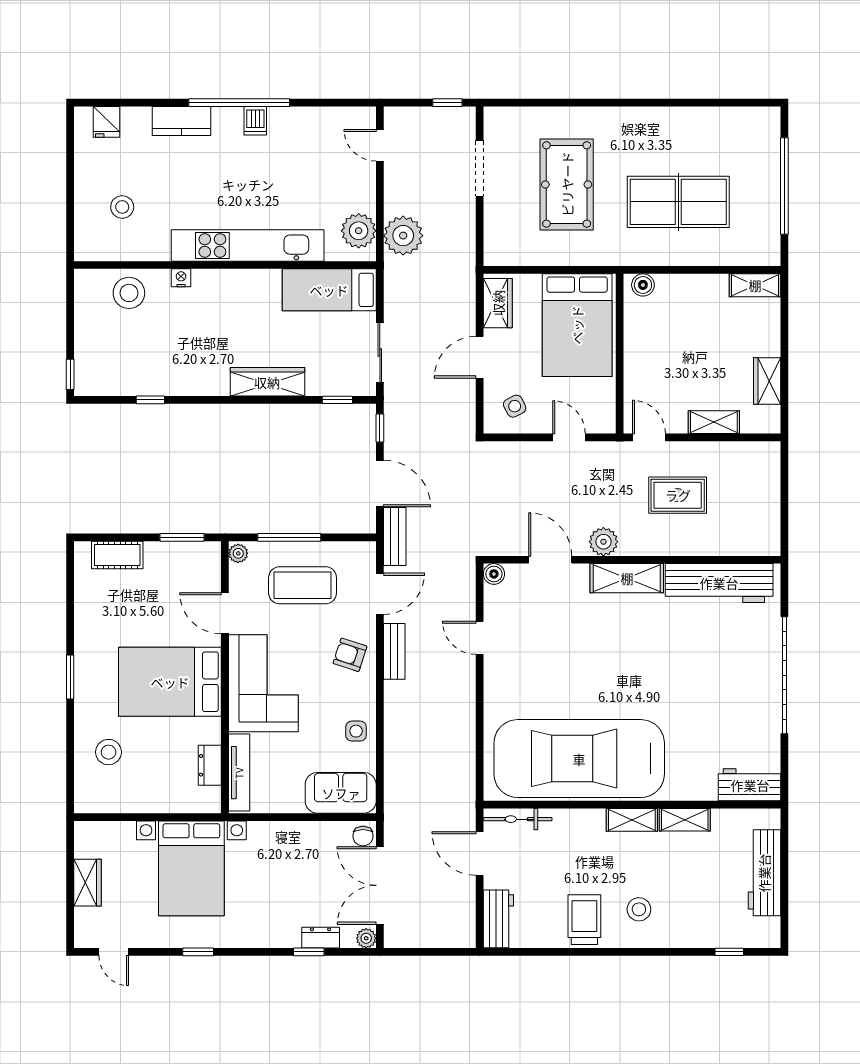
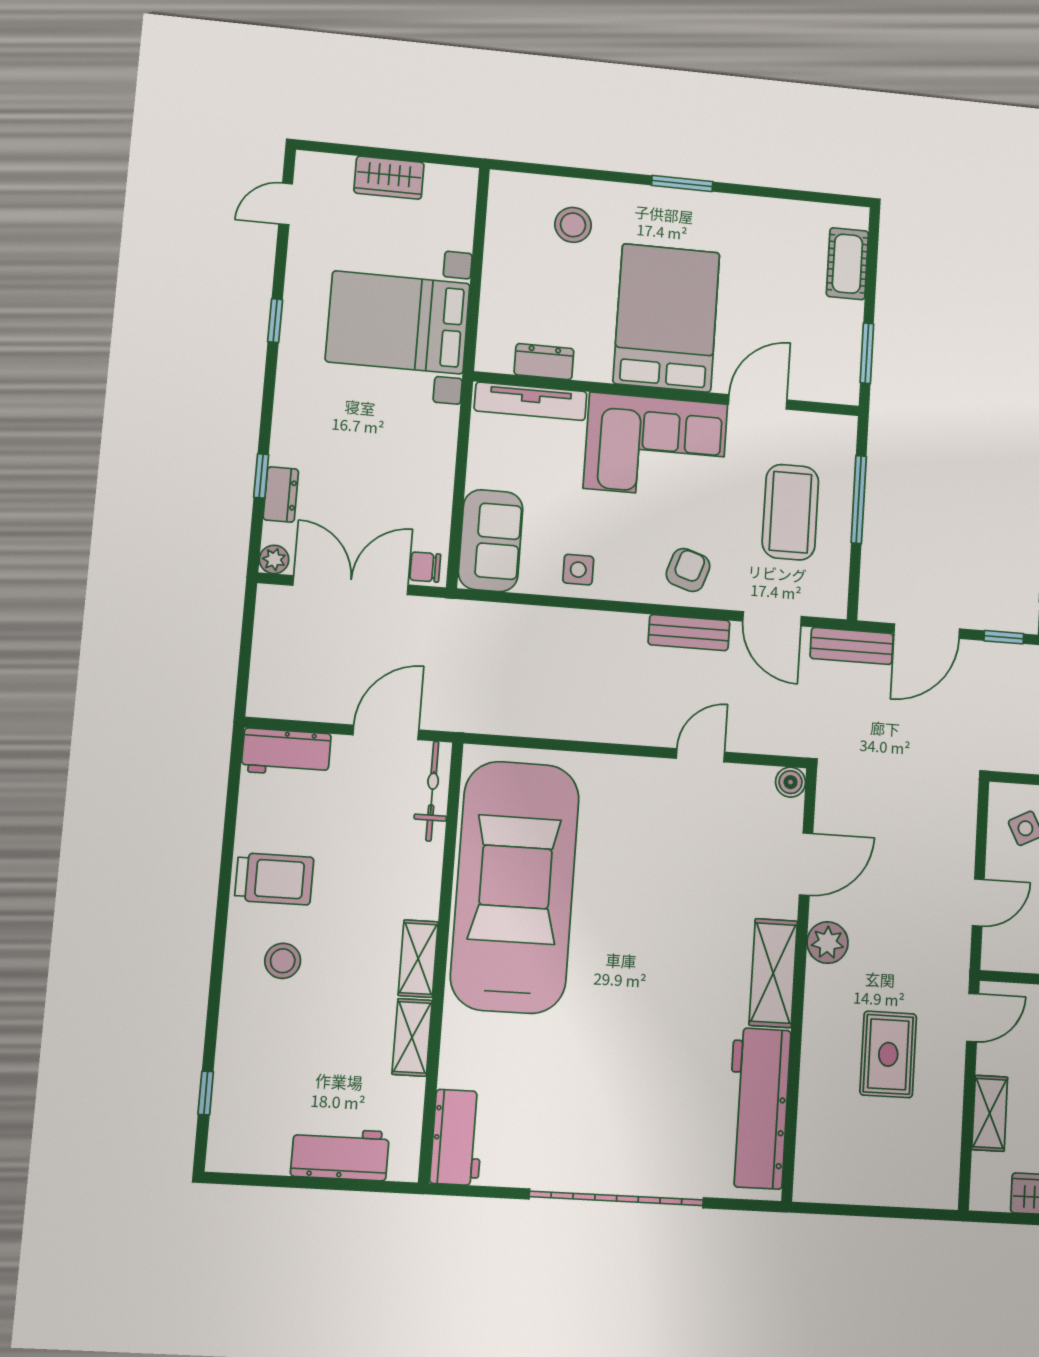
plant: (238, 553) -> (840, 428), removed
workbench: (764, 873) -> (340, 1154), width x0.73

